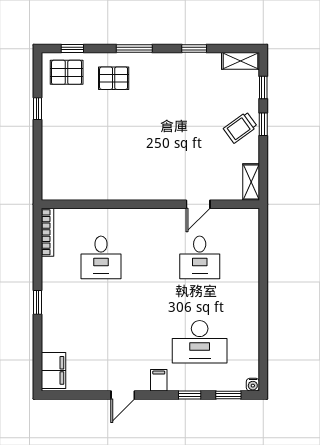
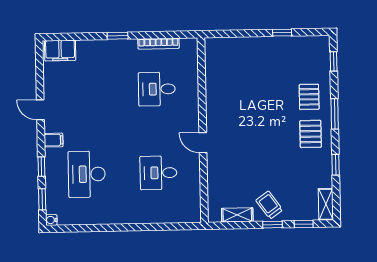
pallet: (67, 72) -> (311, 134), moved
shelving: (251, 182) -> (237, 215), moved
door: (198, 204) -> (203, 143), moved
bookcase: (48, 232) -> (158, 44), moved

